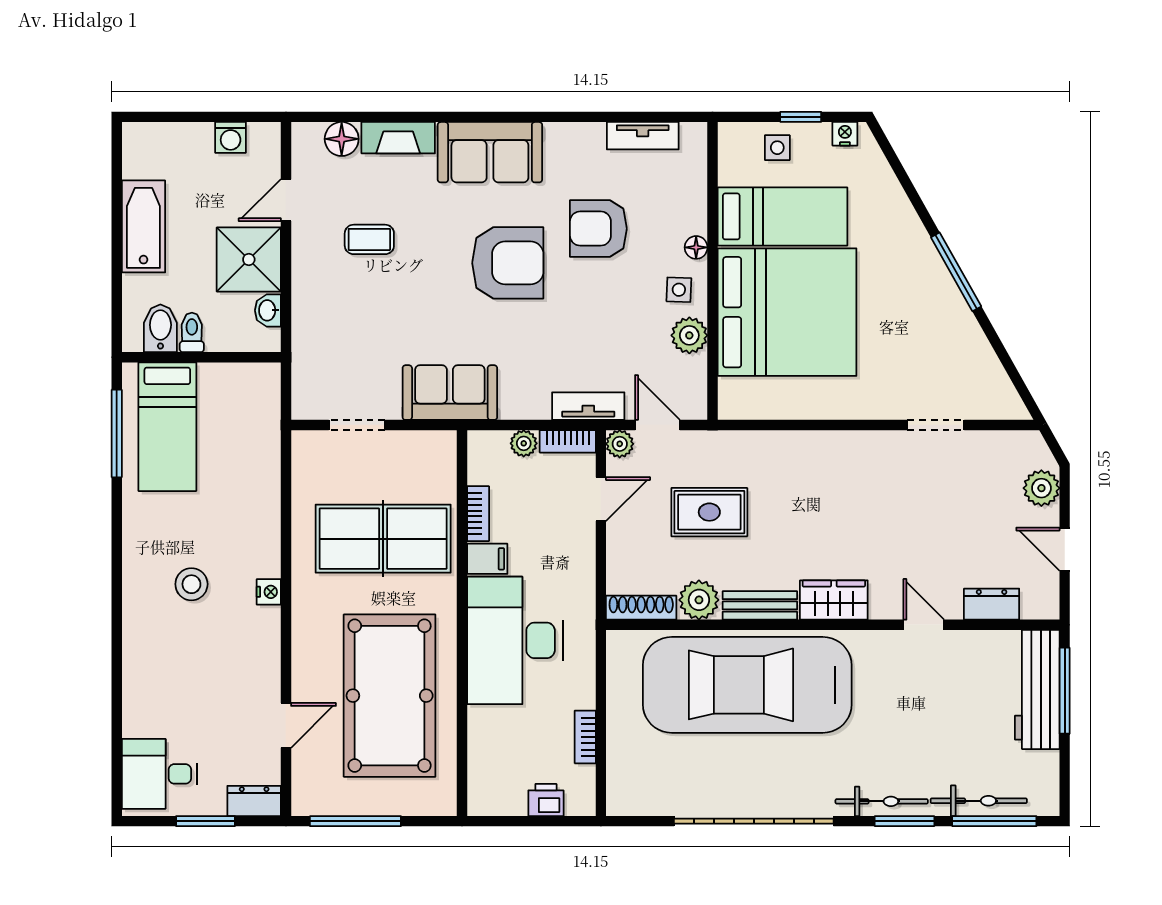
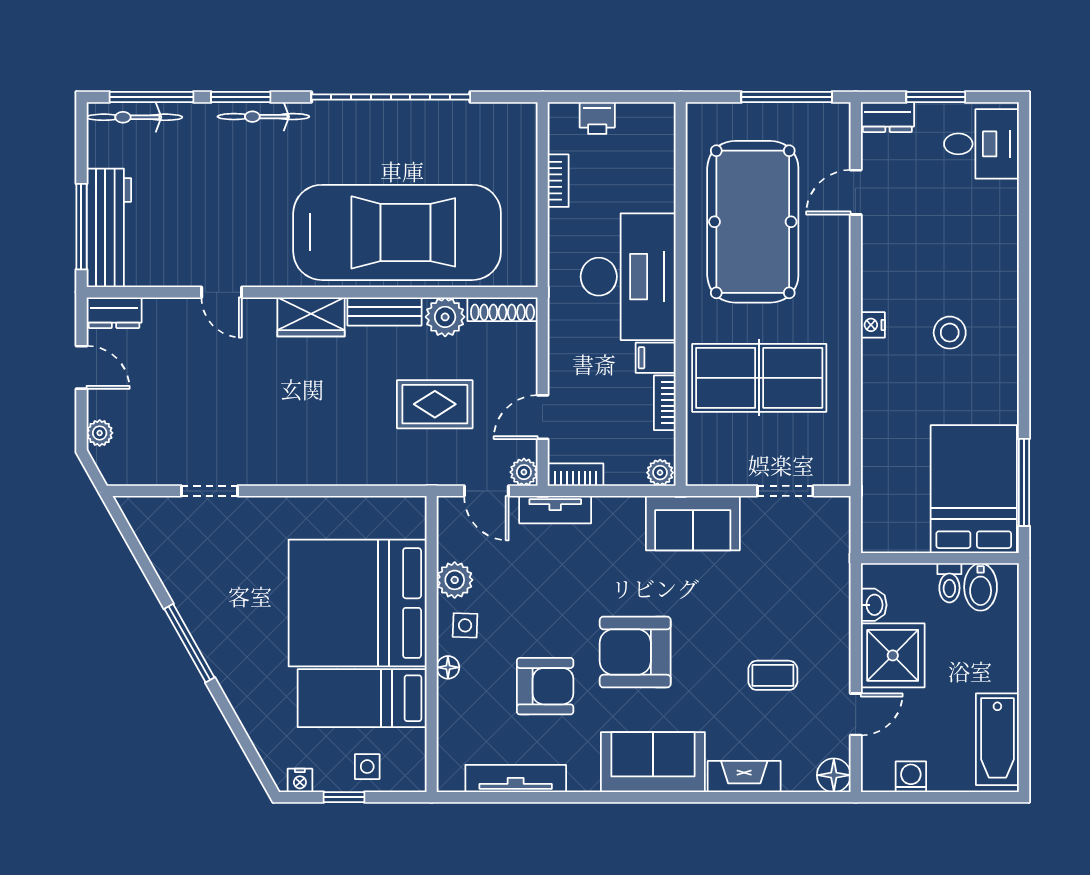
tv unit: (643, 136) -> (516, 778), width x1.41
floor lamp: (342, 139) -> (834, 775), moved
bathtub: (143, 226) -> (997, 739), moved
bed: (167, 427) -> (974, 489), width x1.50
plant: (524, 443) -> (660, 473), moved
plant: (1041, 488) -> (100, 433), width x0.73, depth x0.73
dresser: (992, 604) -> (114, 313), moved
bicycle: (979, 801) -> (134, 117), moved

